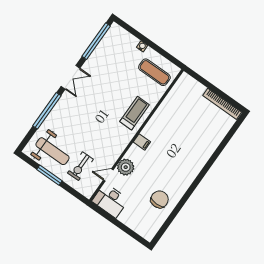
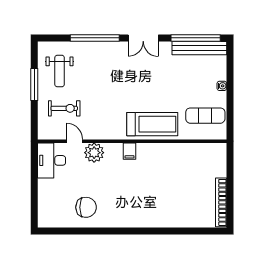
bench: (105, 43) -> (199, 48), added
exercise mat: (154, 72) -> (205, 116), turned 90
treadmill: (135, 113) -> (152, 124), width x1.37, depth x1.38
weight bench: (52, 151) -> (60, 71), width x0.73, depth x0.75
exercise bike: (80, 166) -> (64, 108), turned 180

